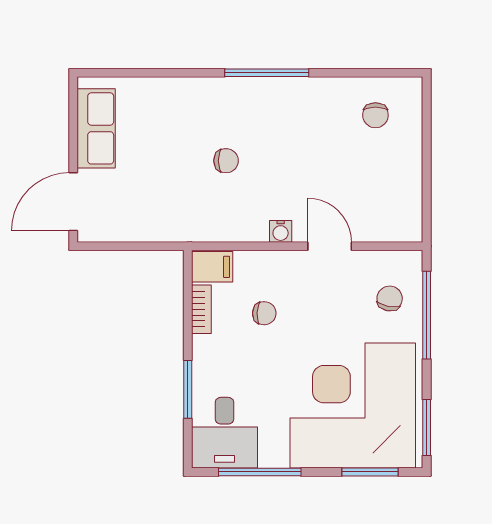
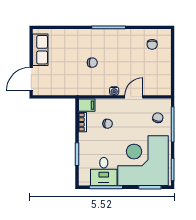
door: (330, 246) -> (134, 97), hinge flipped
desk: (225, 433) -> (104, 171), moved

